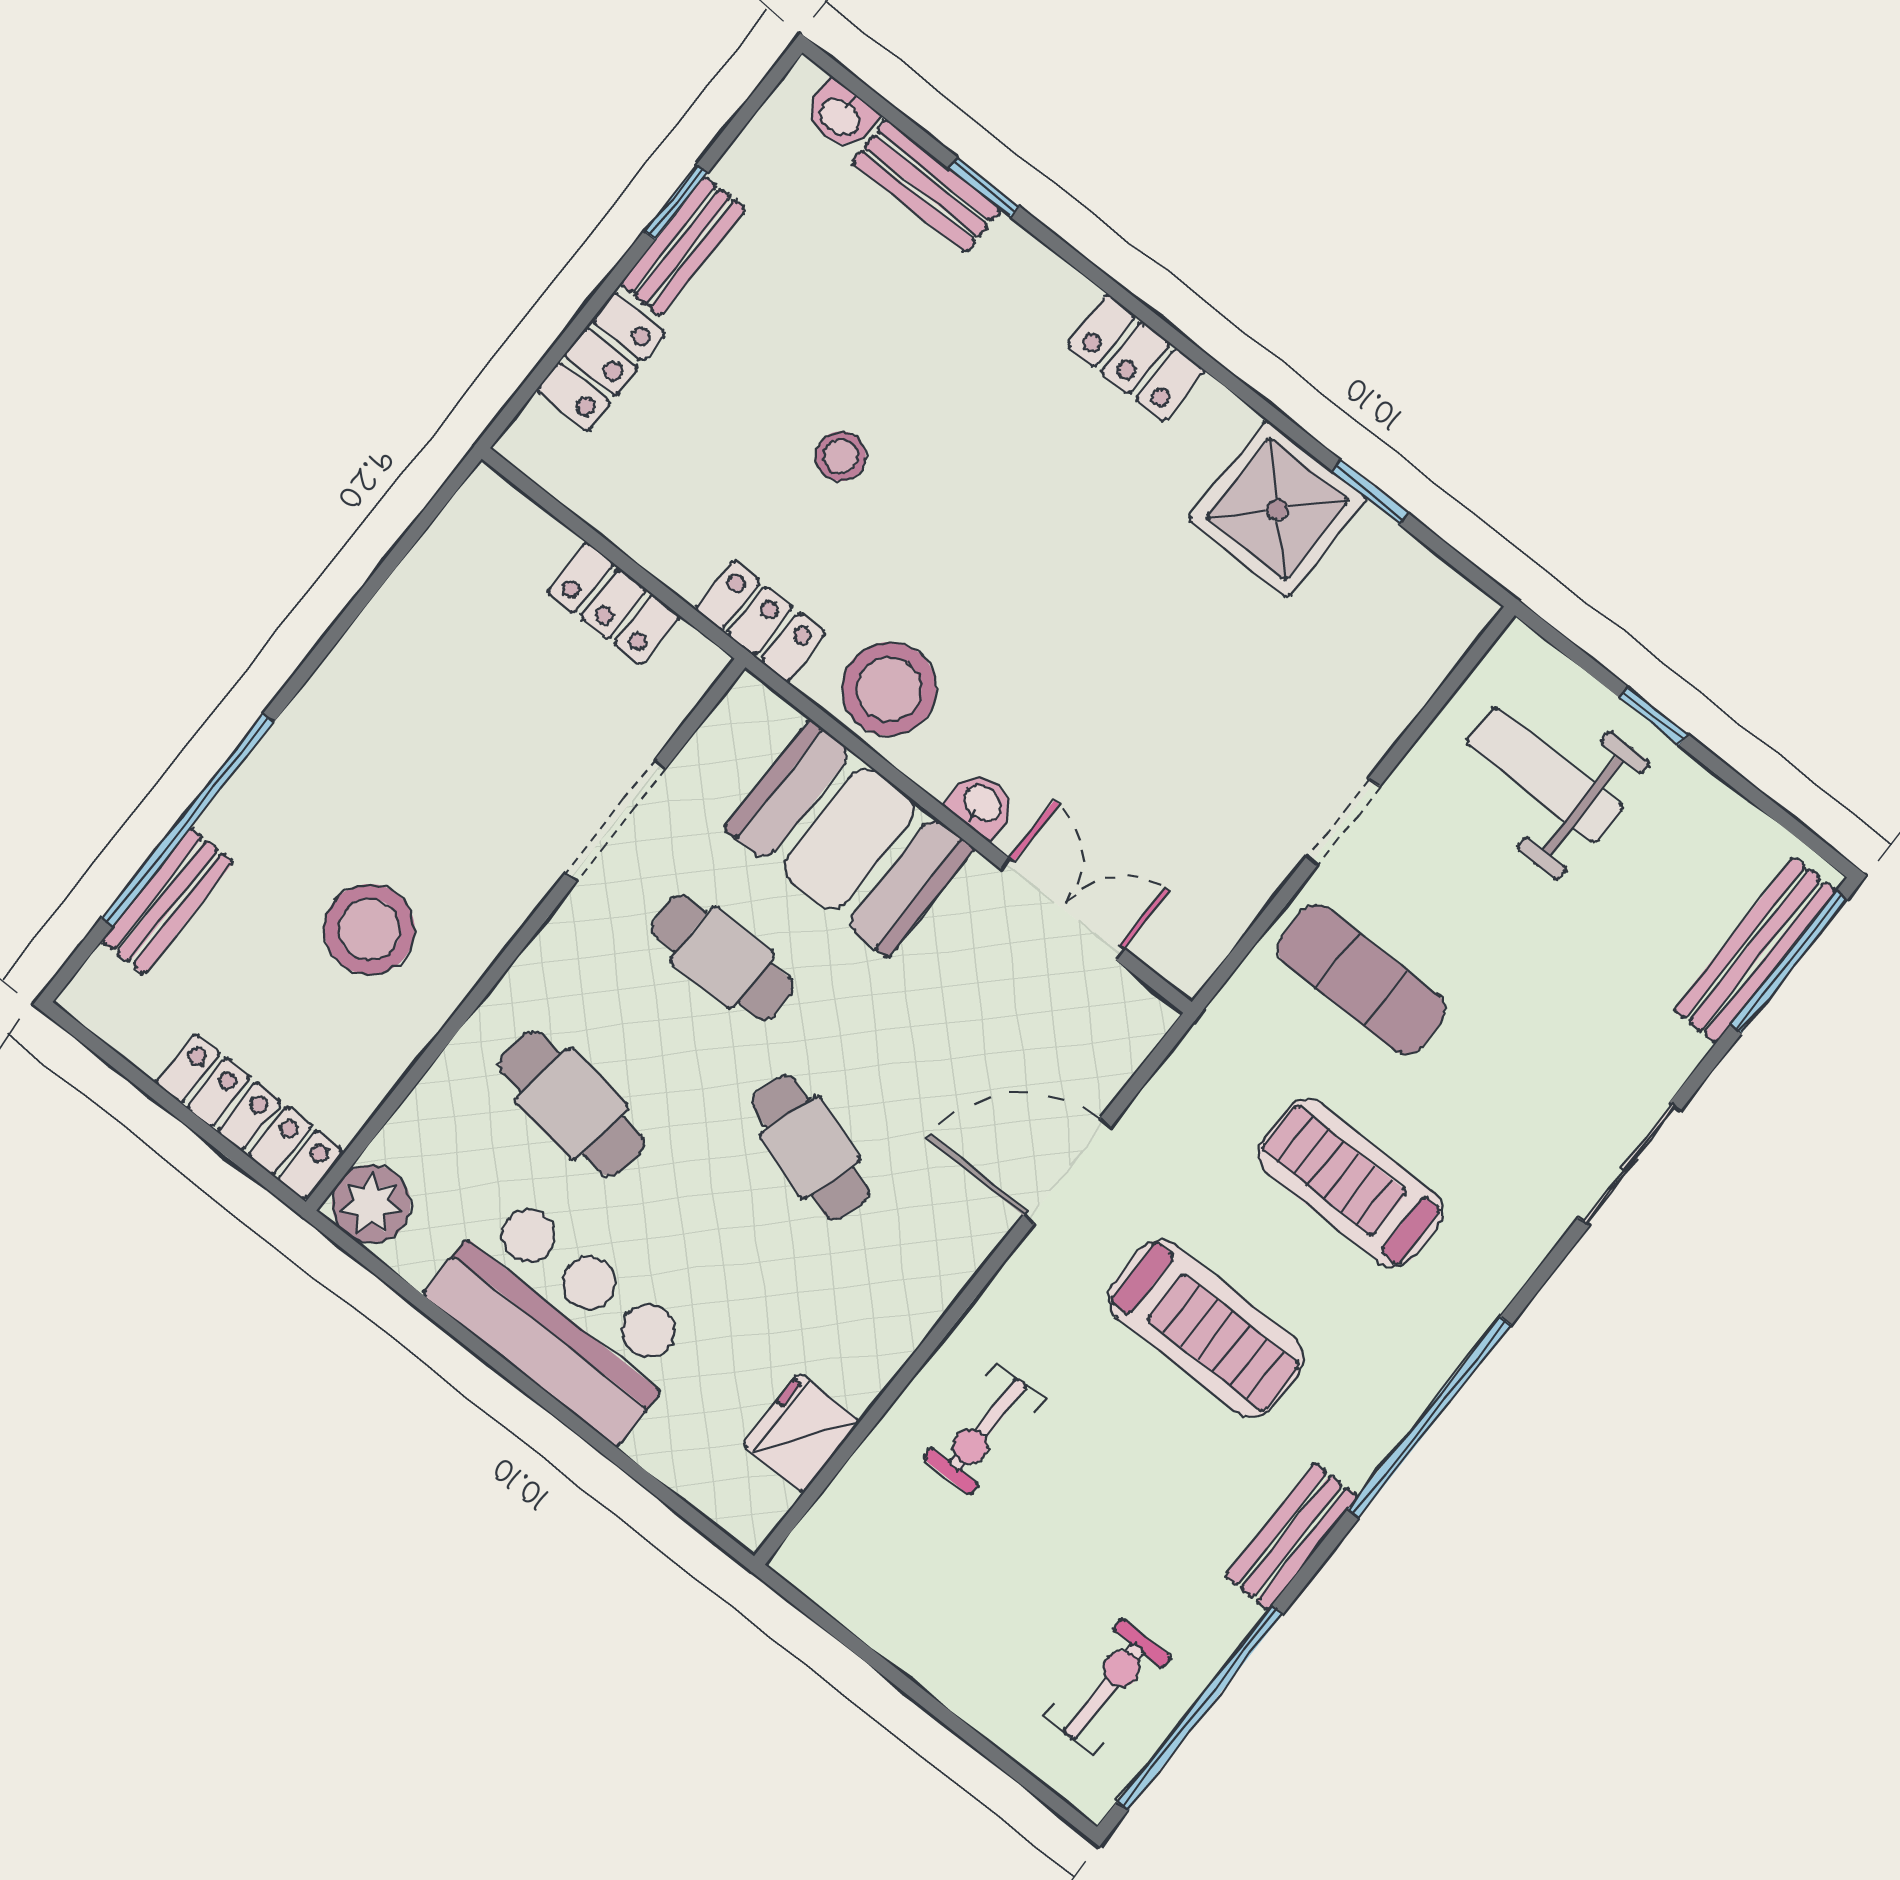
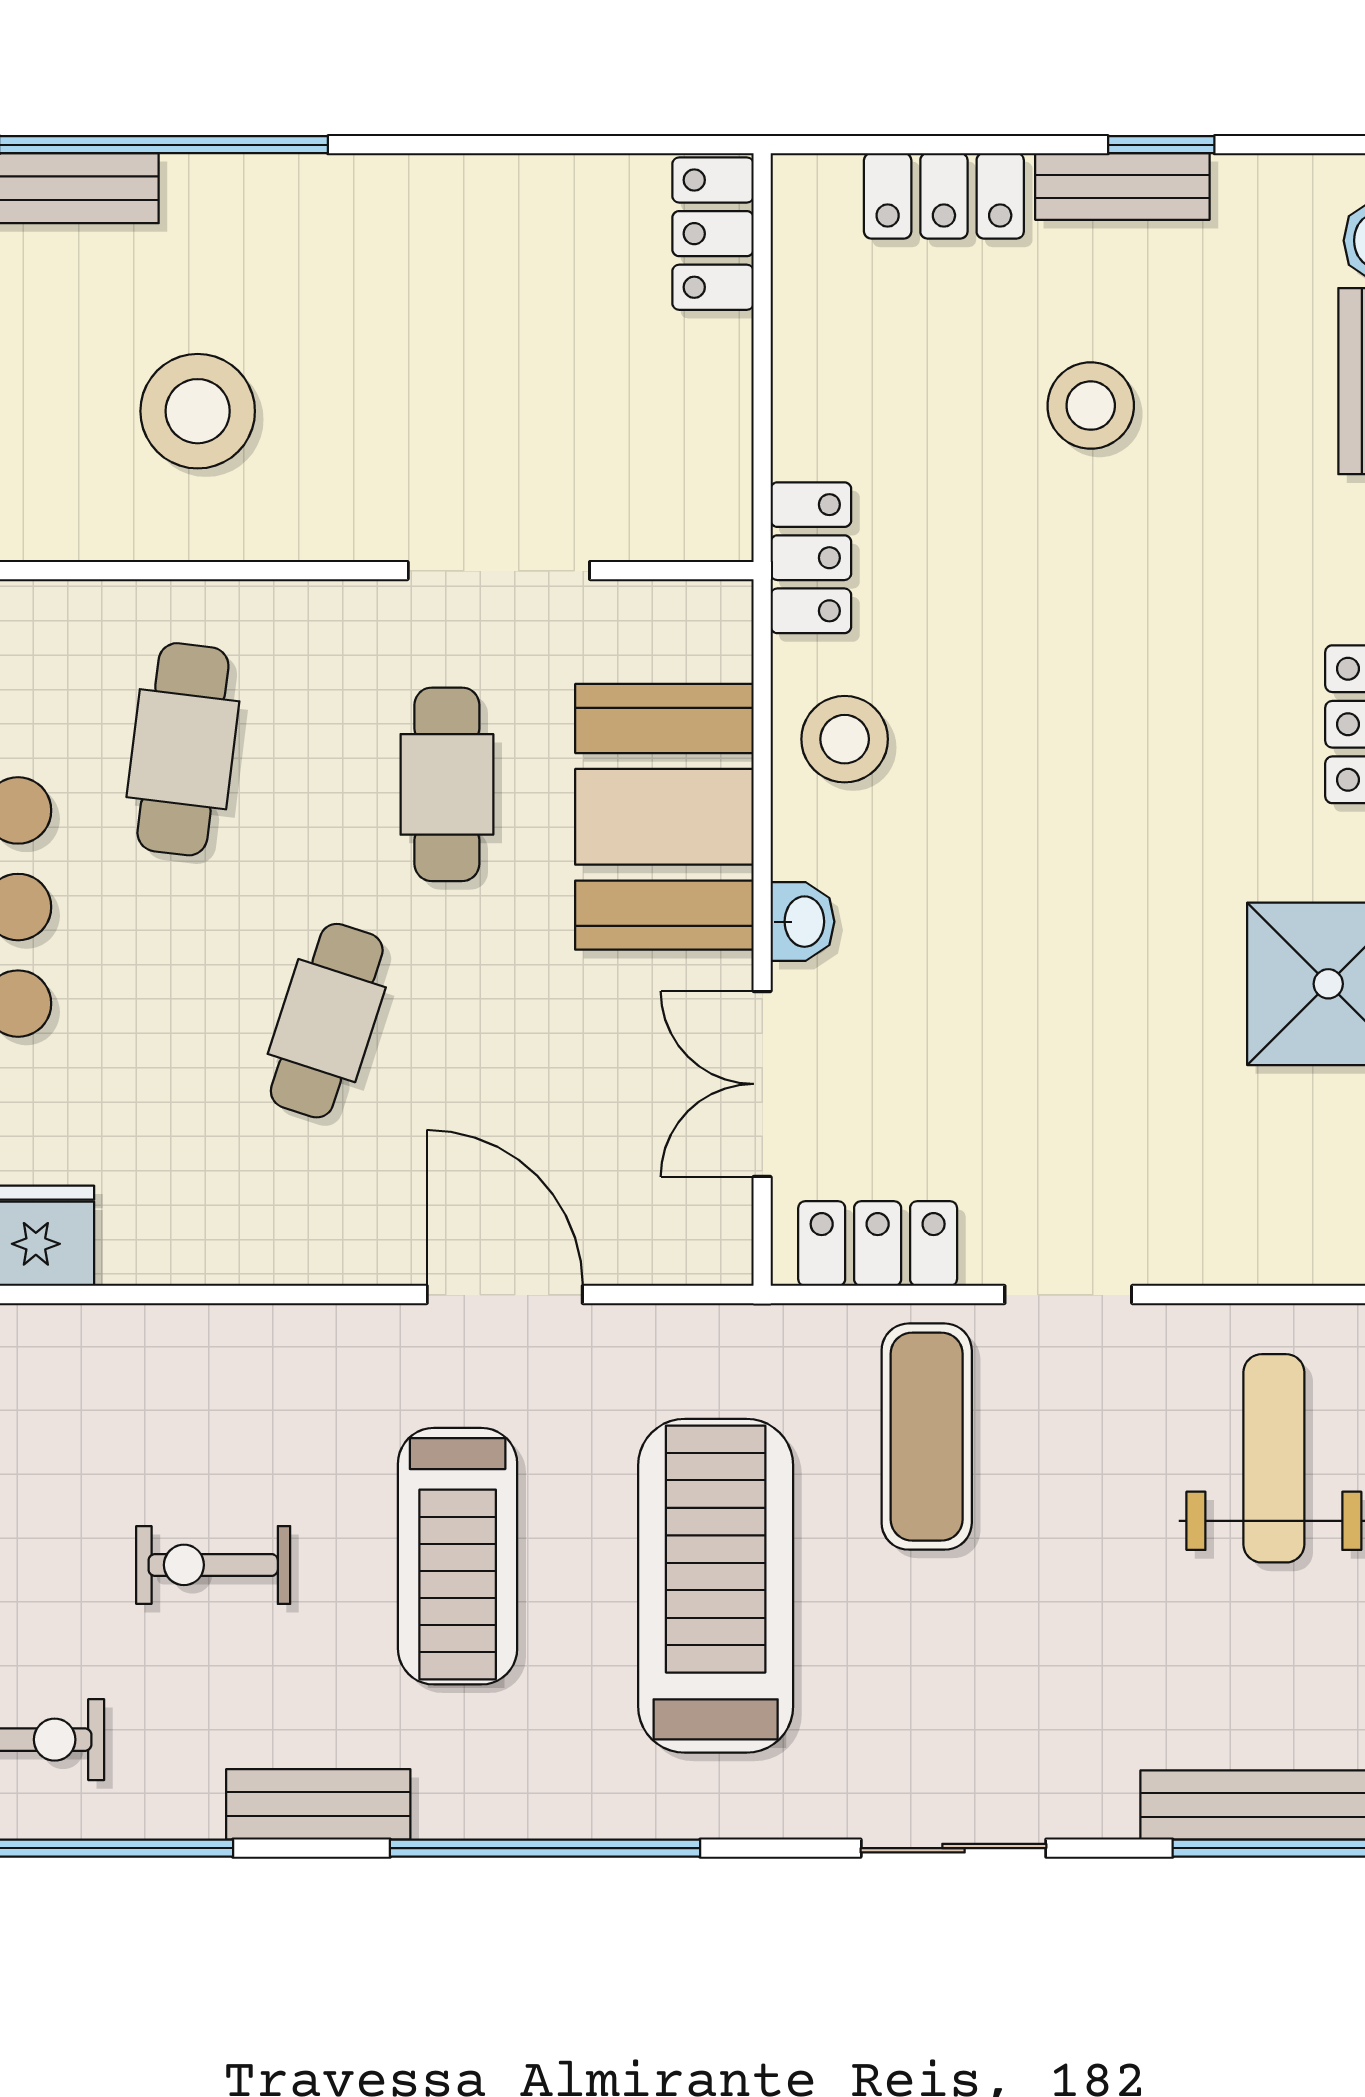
stool: (841, 456) -> (1091, 406), moved, width x1.37, depth x1.37
locker: (614, 604) -> (713, 234), moved
stool: (889, 689) -> (845, 739), width x0.73, depth x0.73
double door: (1062, 909) -> (762, 1084), swing flipped
locker: (1218, 915) -> (878, 1244), added
treadmill: (1351, 1183) -> (716, 1586), width x1.37, depth x1.38
exercise bike: (984, 1429) -> (213, 1565), moved

